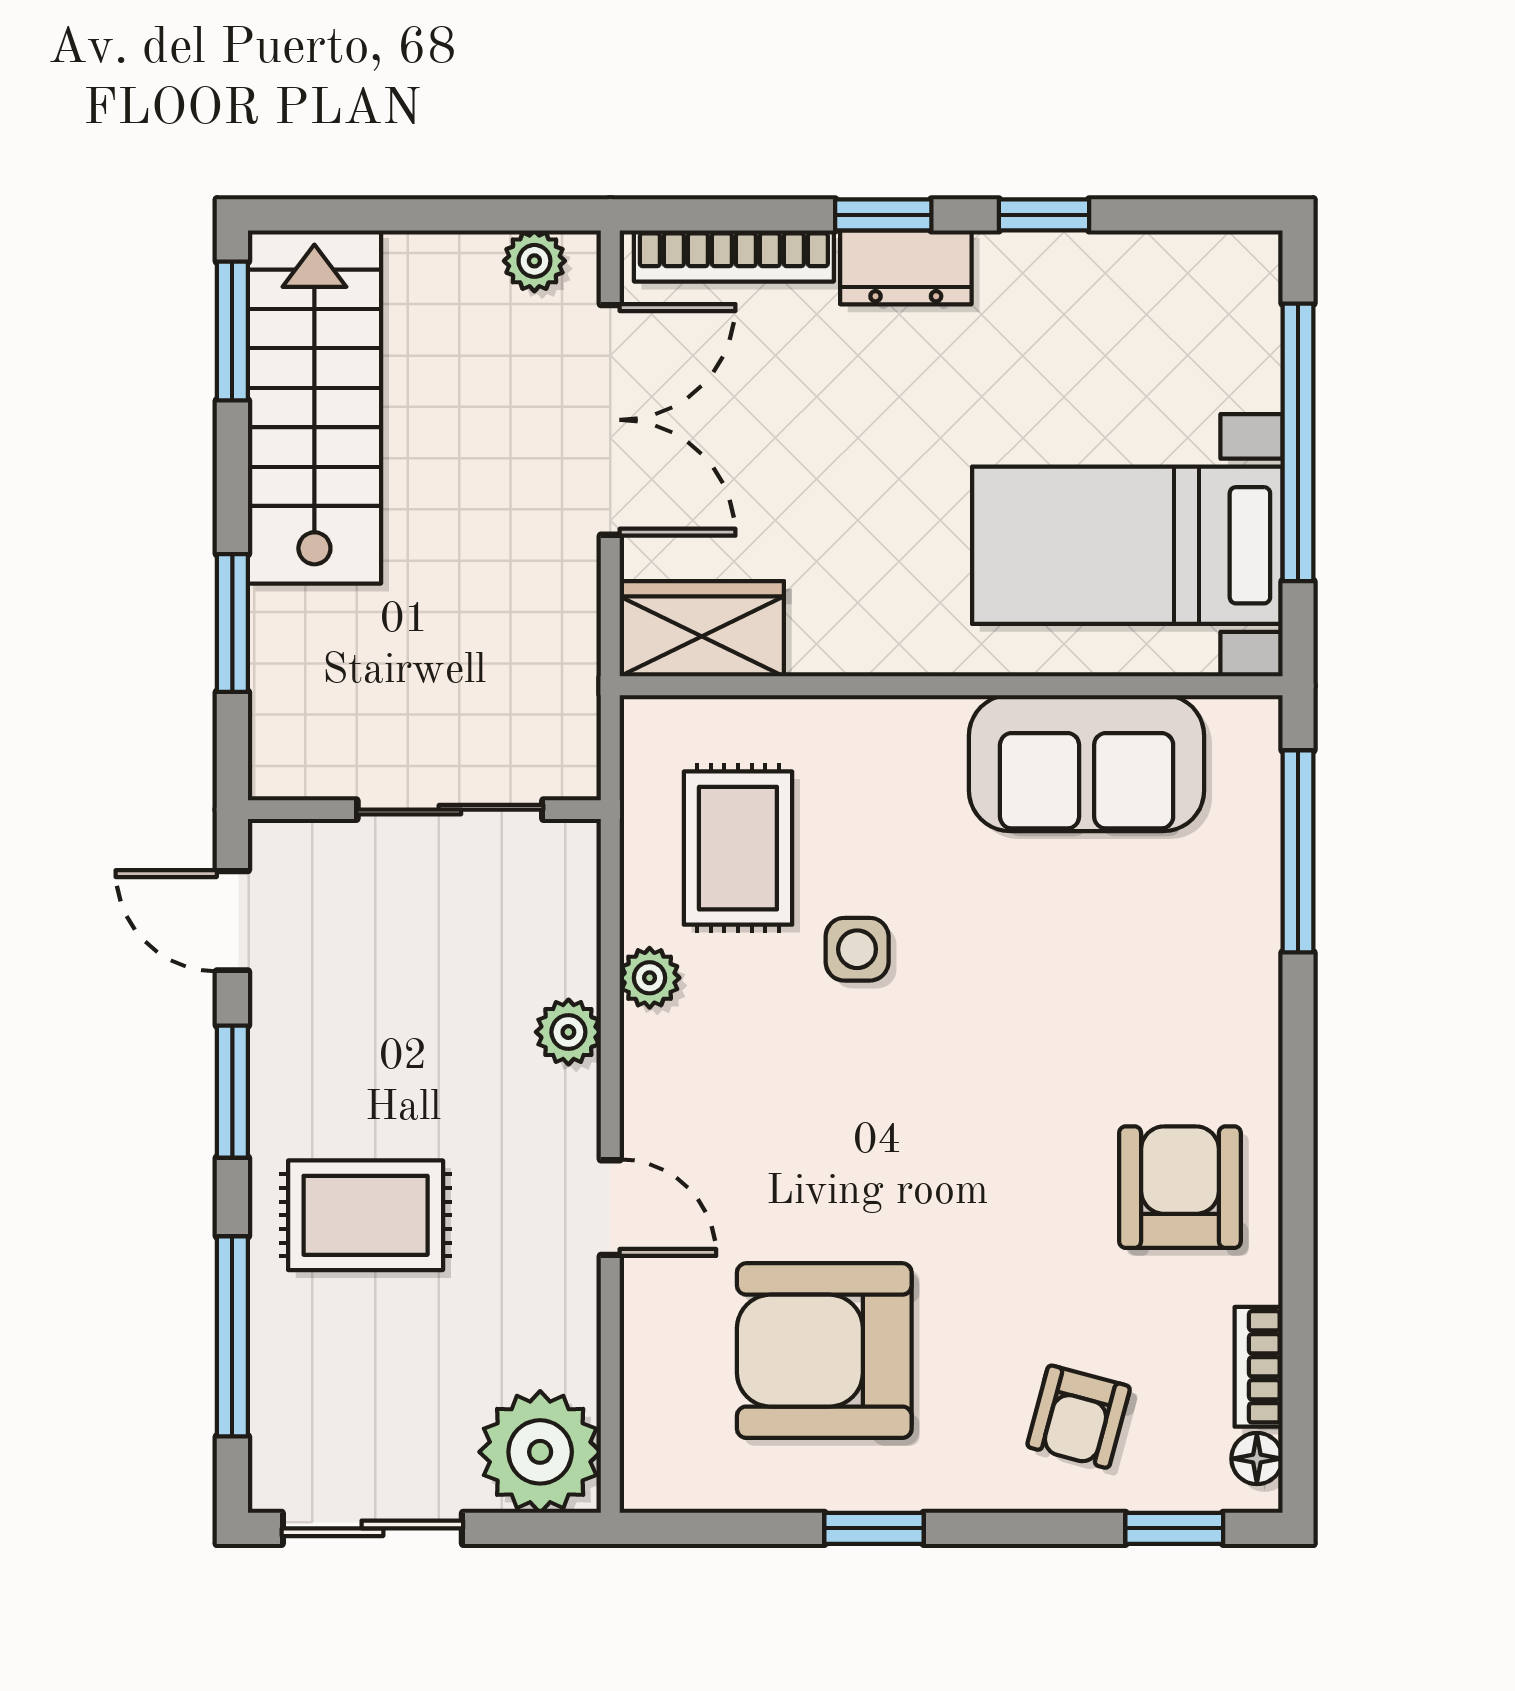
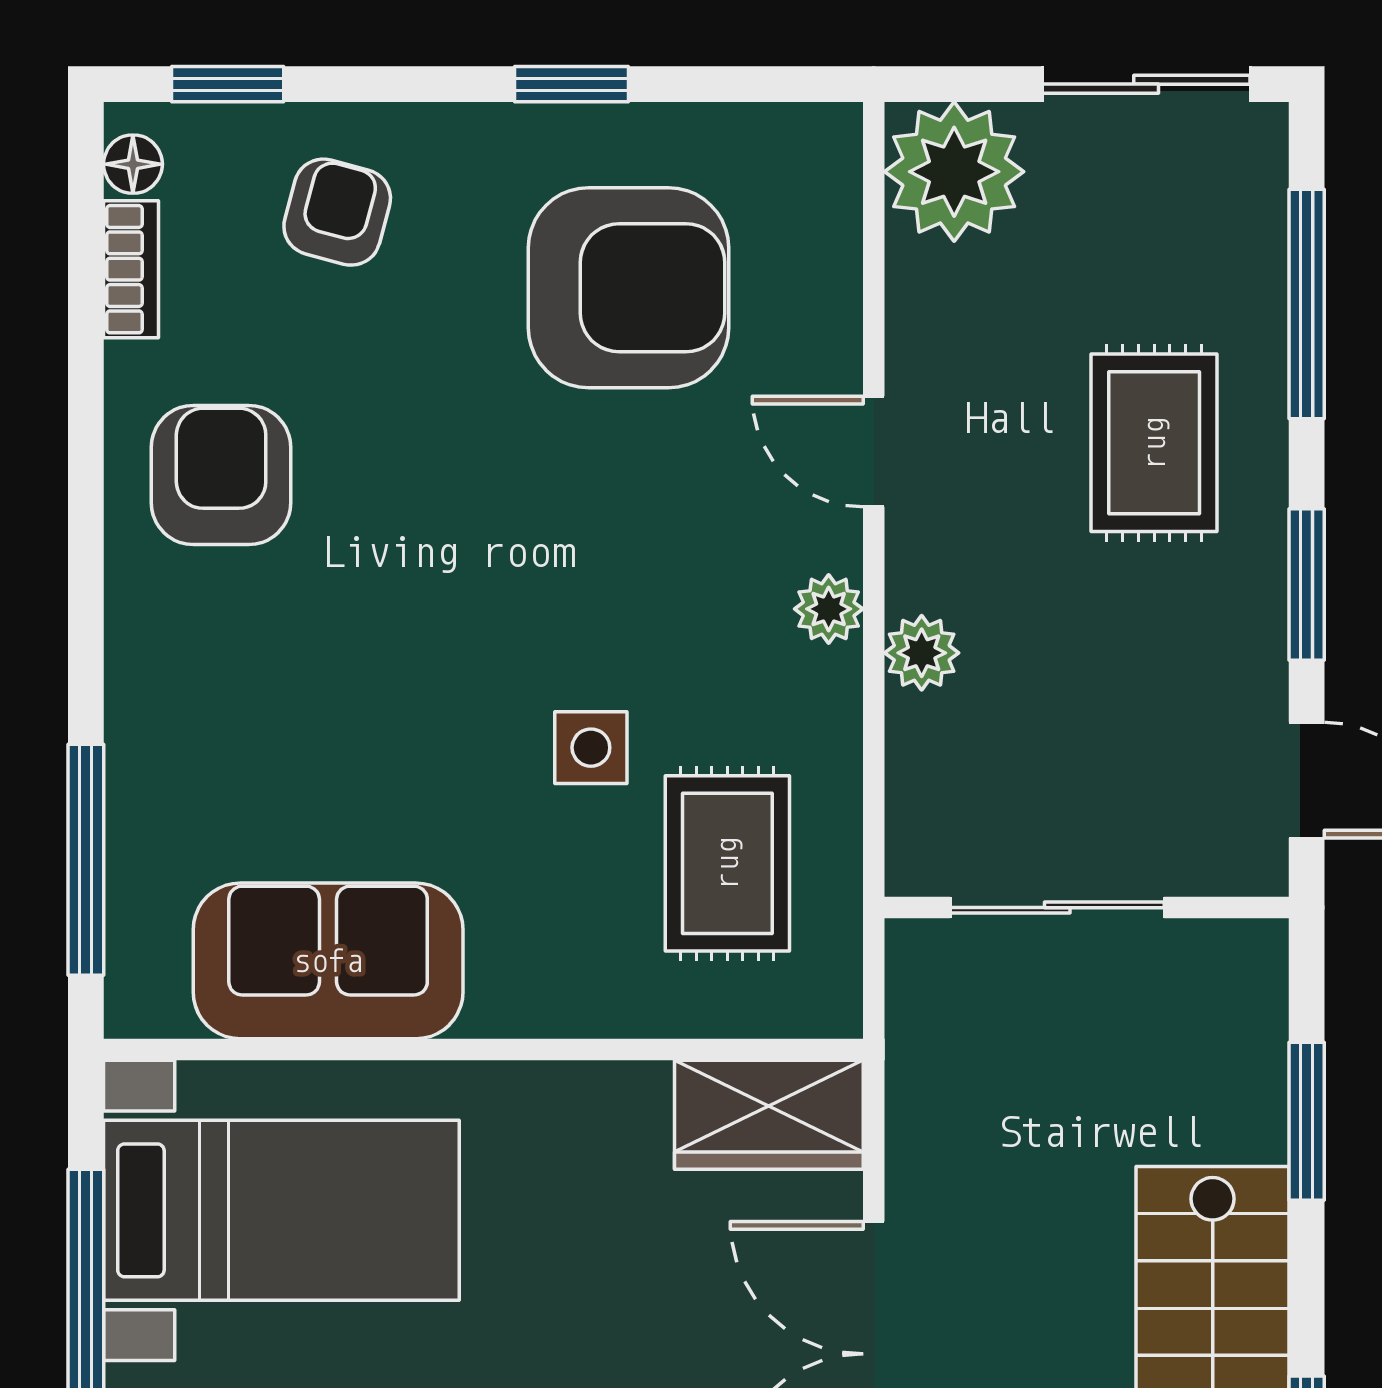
plant: (650, 978) -> (829, 609), moved
armchair: (1180, 1187) -> (221, 475), turned 180
rug: (366, 1215) -> (1154, 443), turned 90

